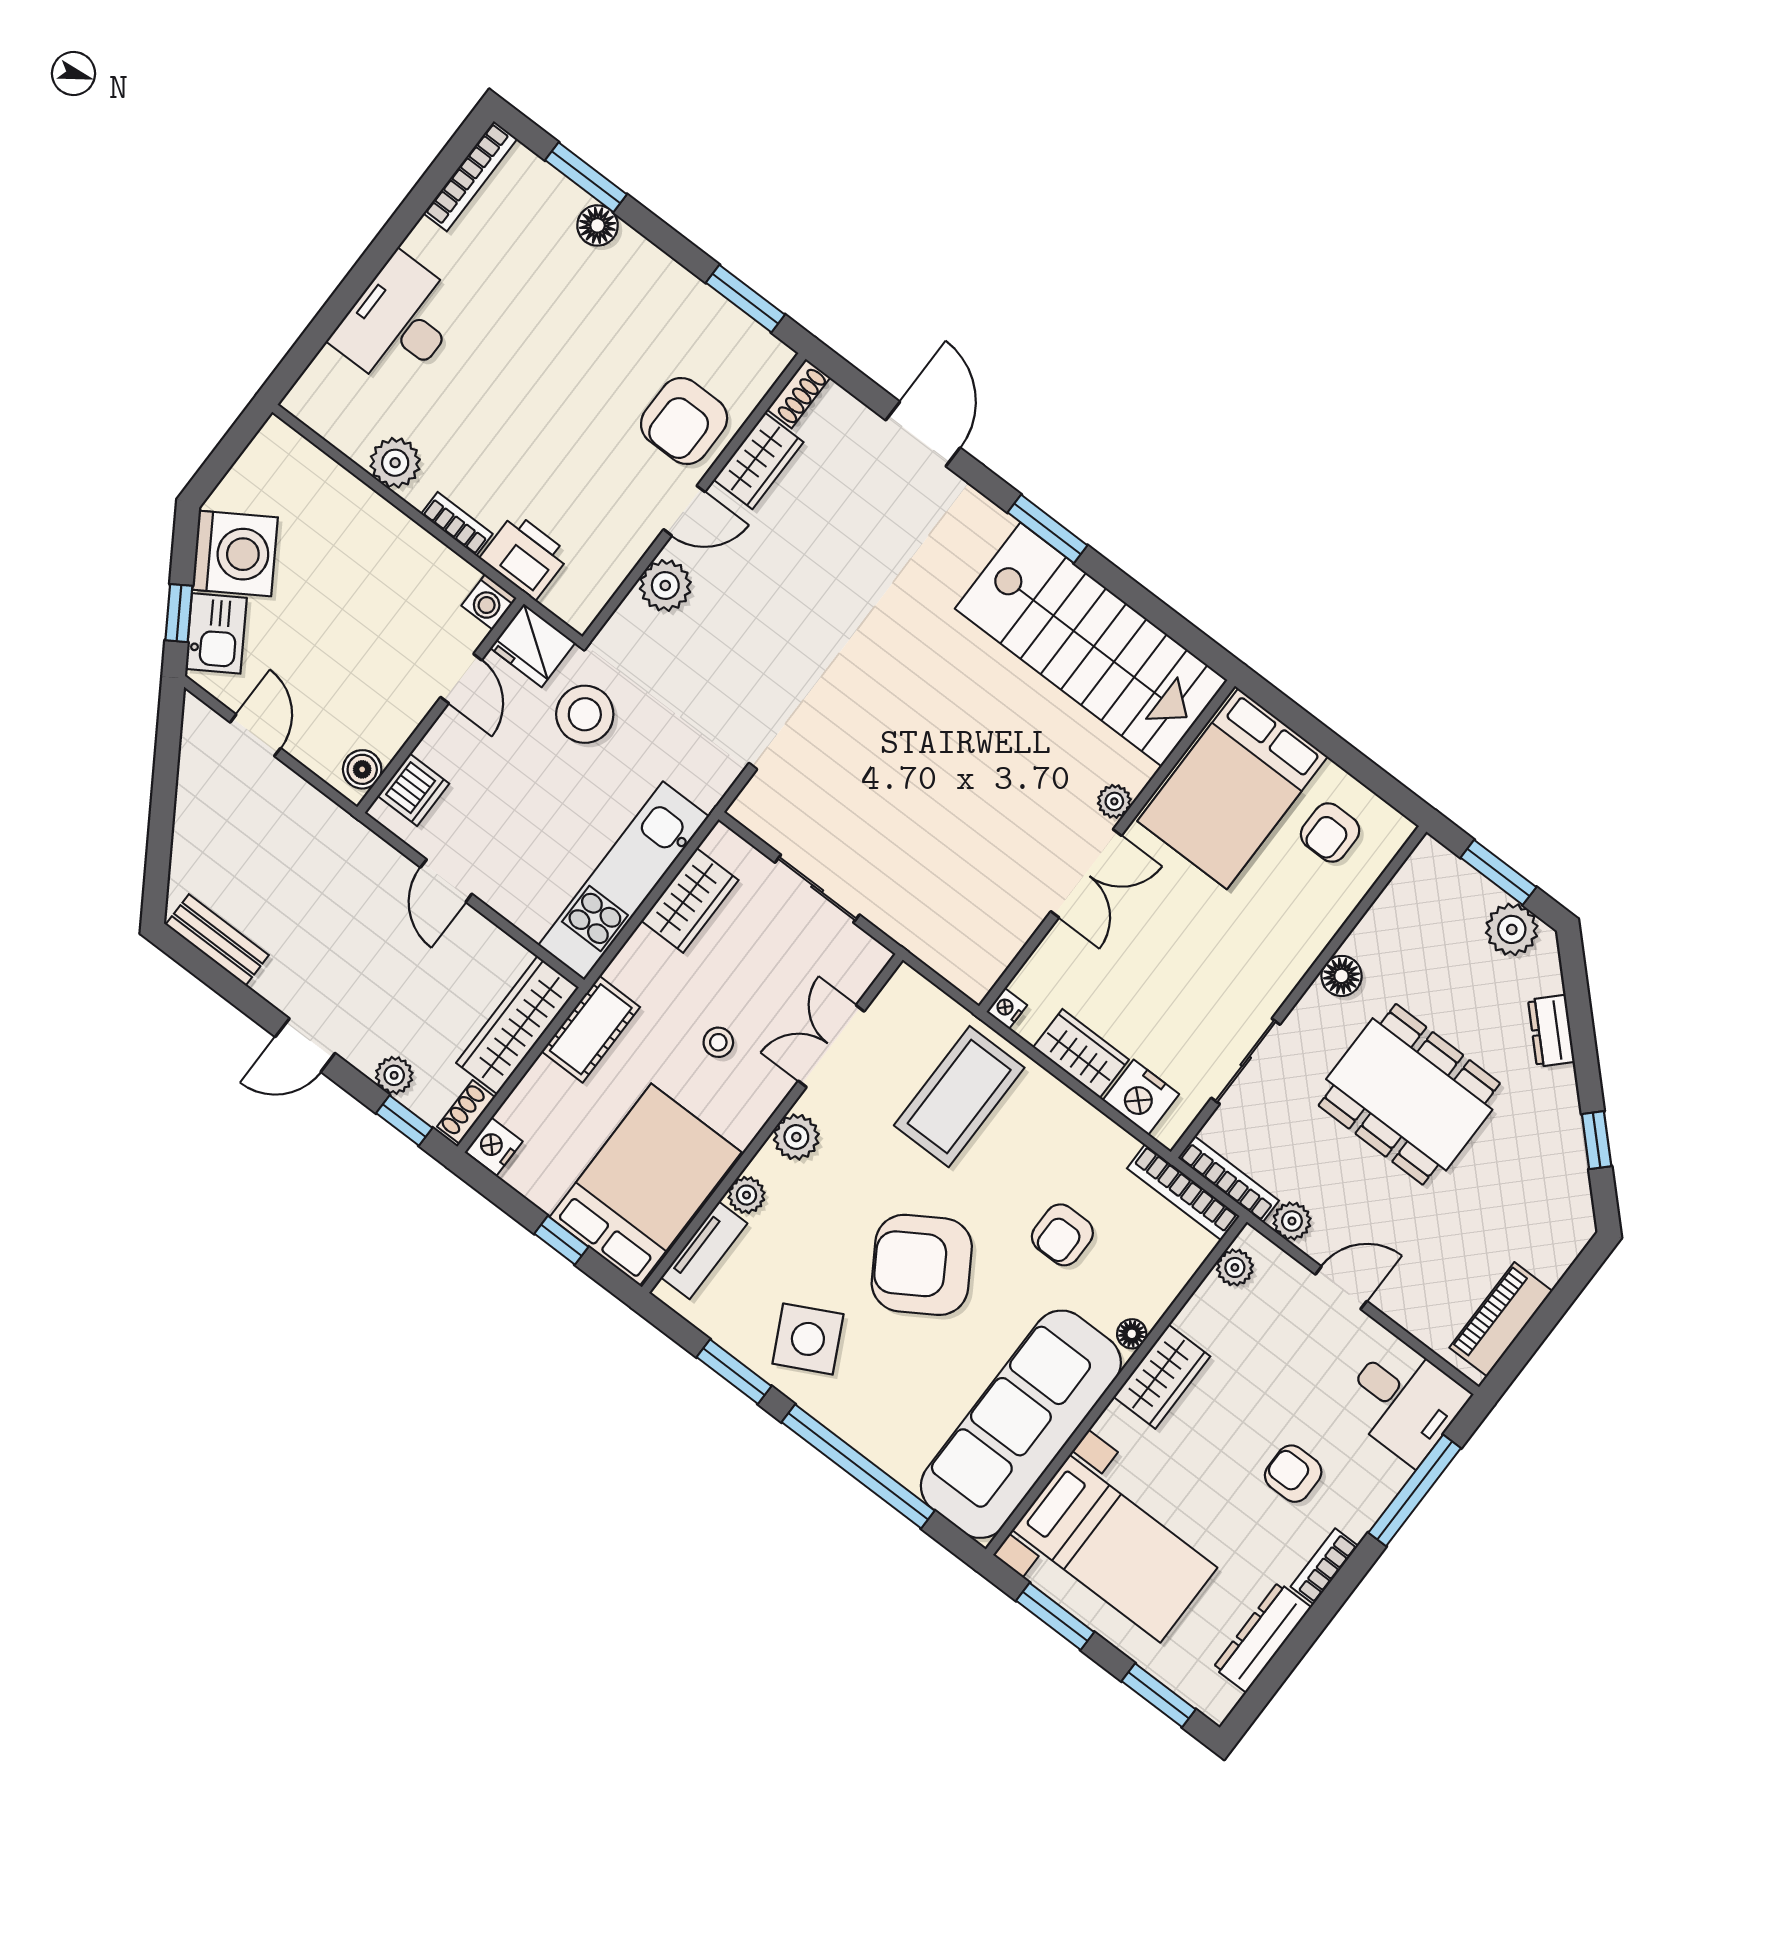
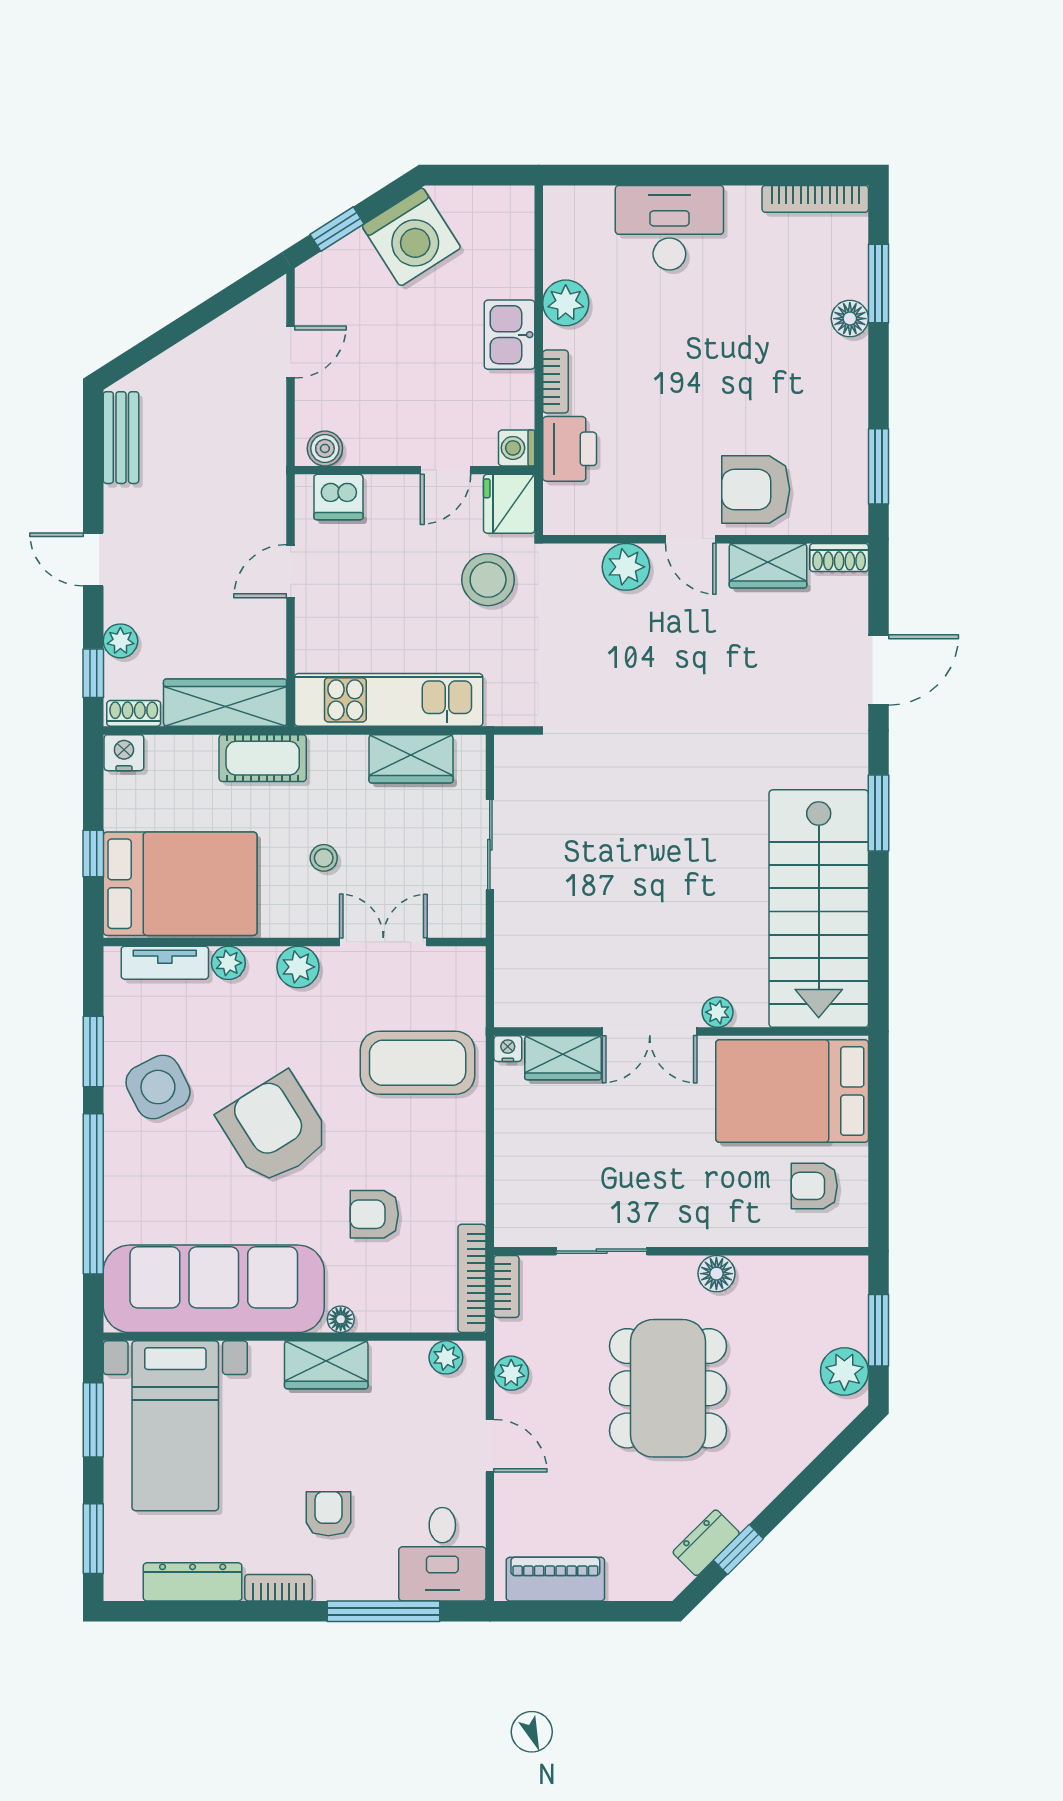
kitchen sink: (216, 633) -> (509, 335), moved, turned 122
dresser: (1551, 1031) -> (706, 1543), moved
wardrobe: (1081, 1054) -> (563, 1058), moved, turned 90
nightstand: (1141, 1097) -> (517, 1195), removed
bookcase: (1229, 1179) -> (506, 1286), width x0.64

